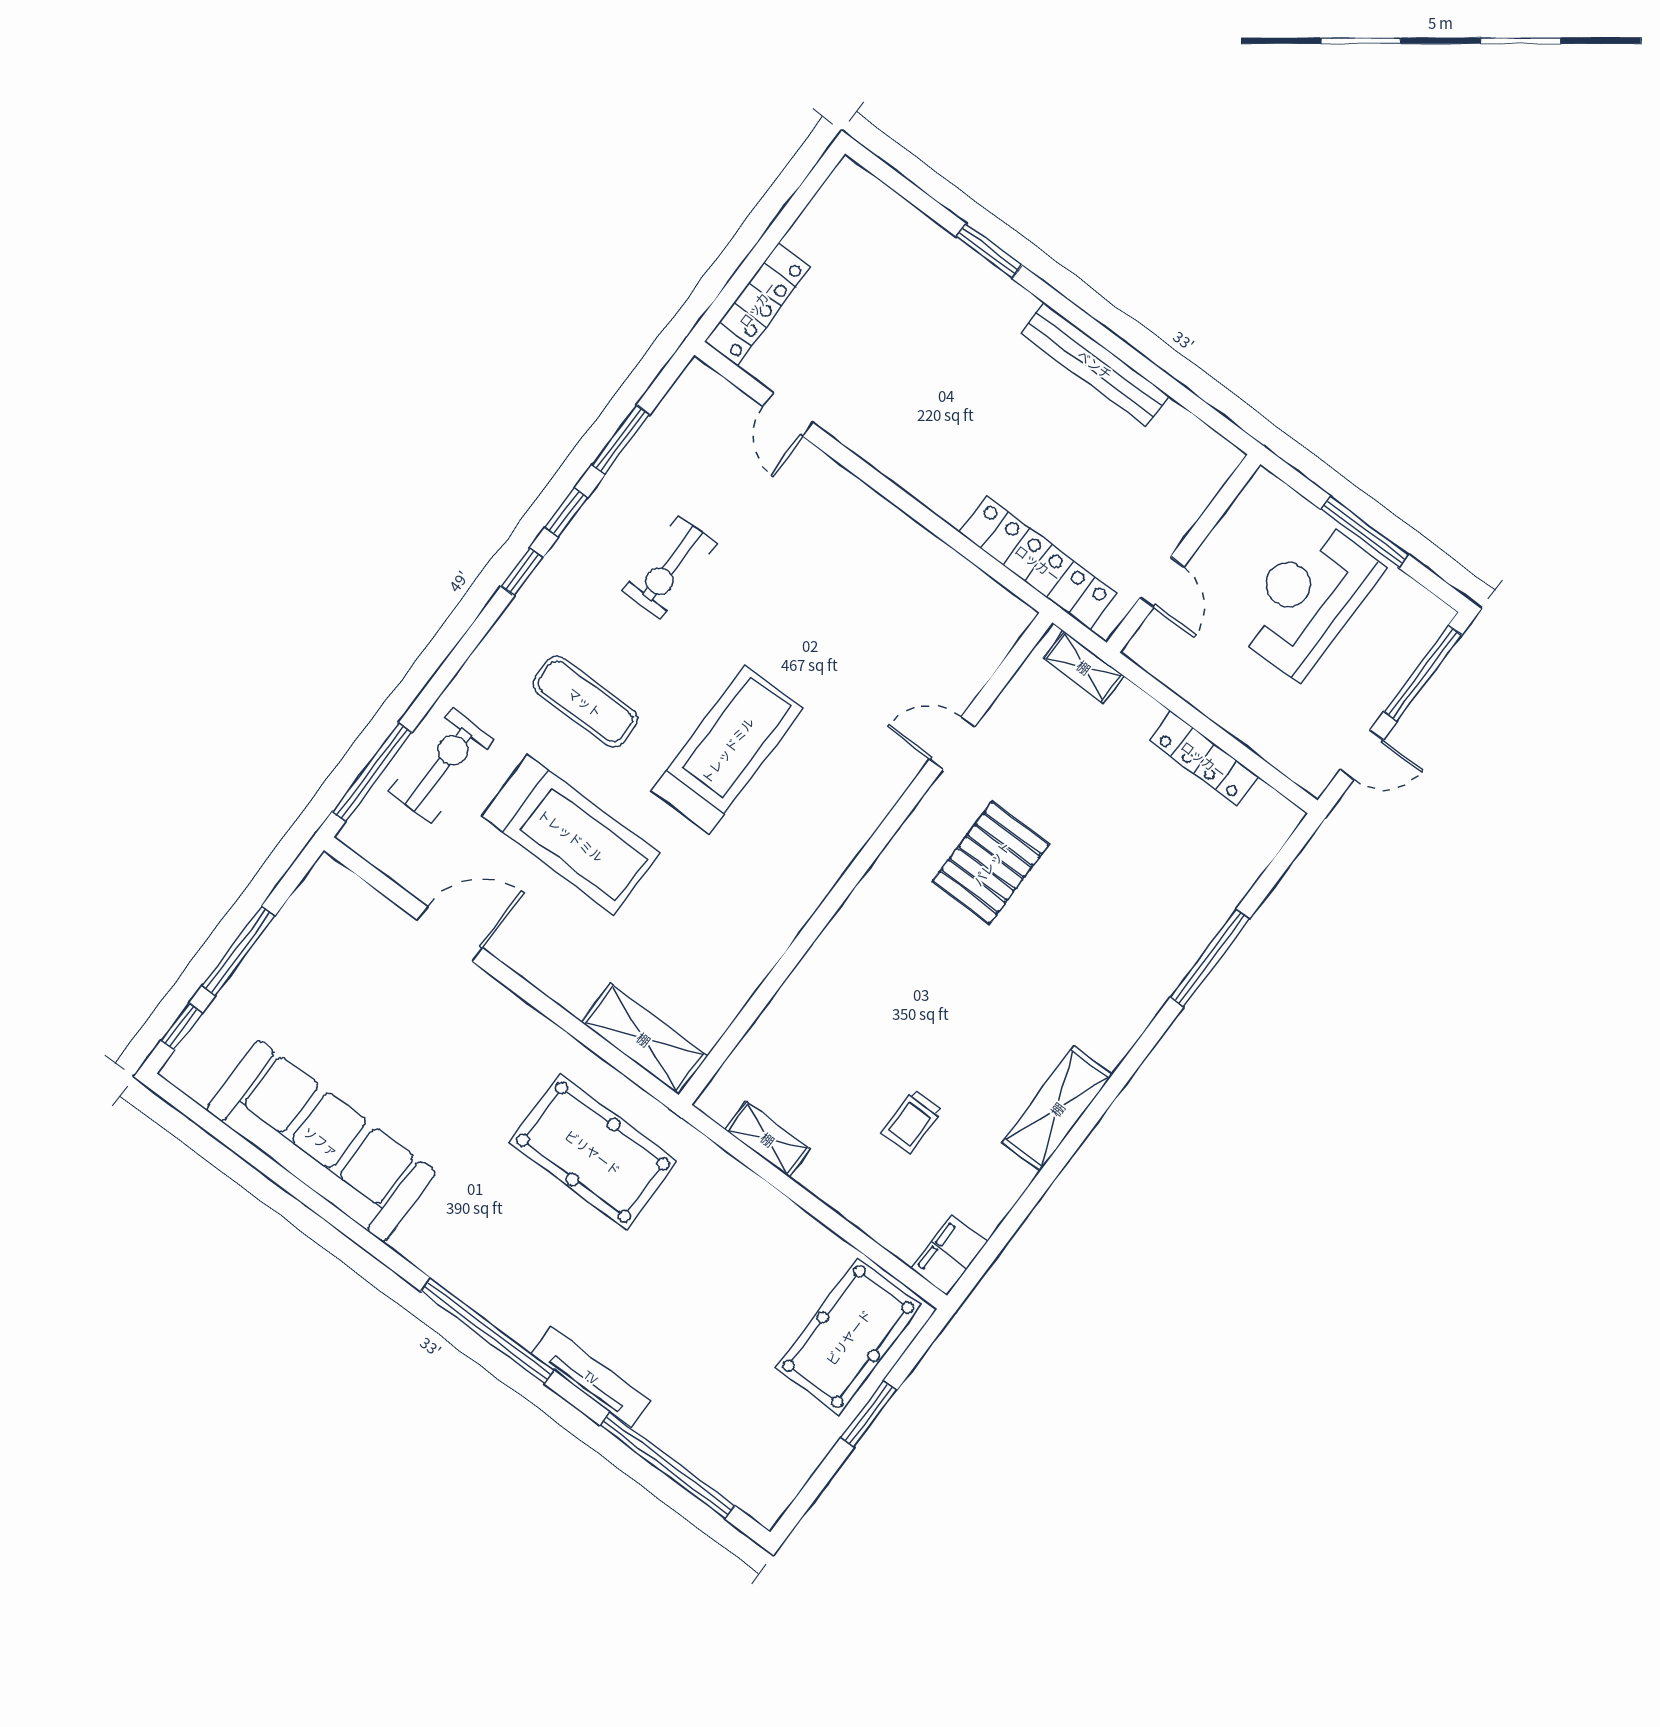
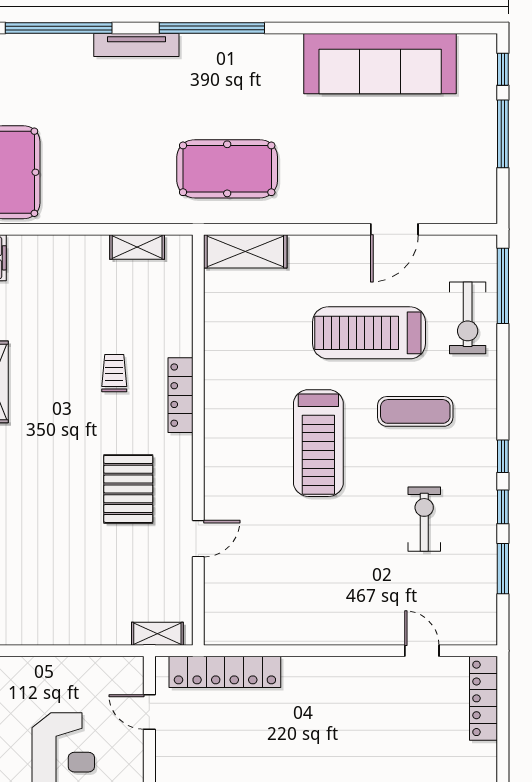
locker: (1204, 759) -> (180, 395), moved, turned -90
trolley: (912, 1121) -> (114, 373), moved

